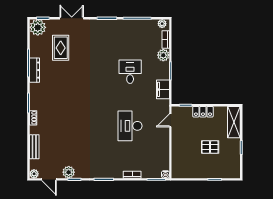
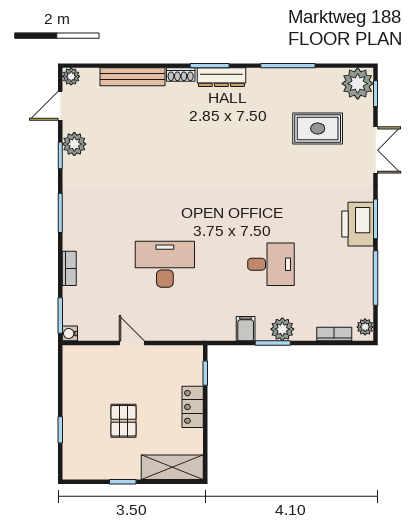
printer: (110, 27) -> (358, 224), added
plant: (163, 55) -> (282, 329), moved
dresser: (34, 70) -> (221, 77), moved
filing cabinet: (163, 89) -> (246, 329), width x0.50
door: (170, 120) -> (132, 343), moved
bench: (34, 147) -> (133, 77), width x1.36

